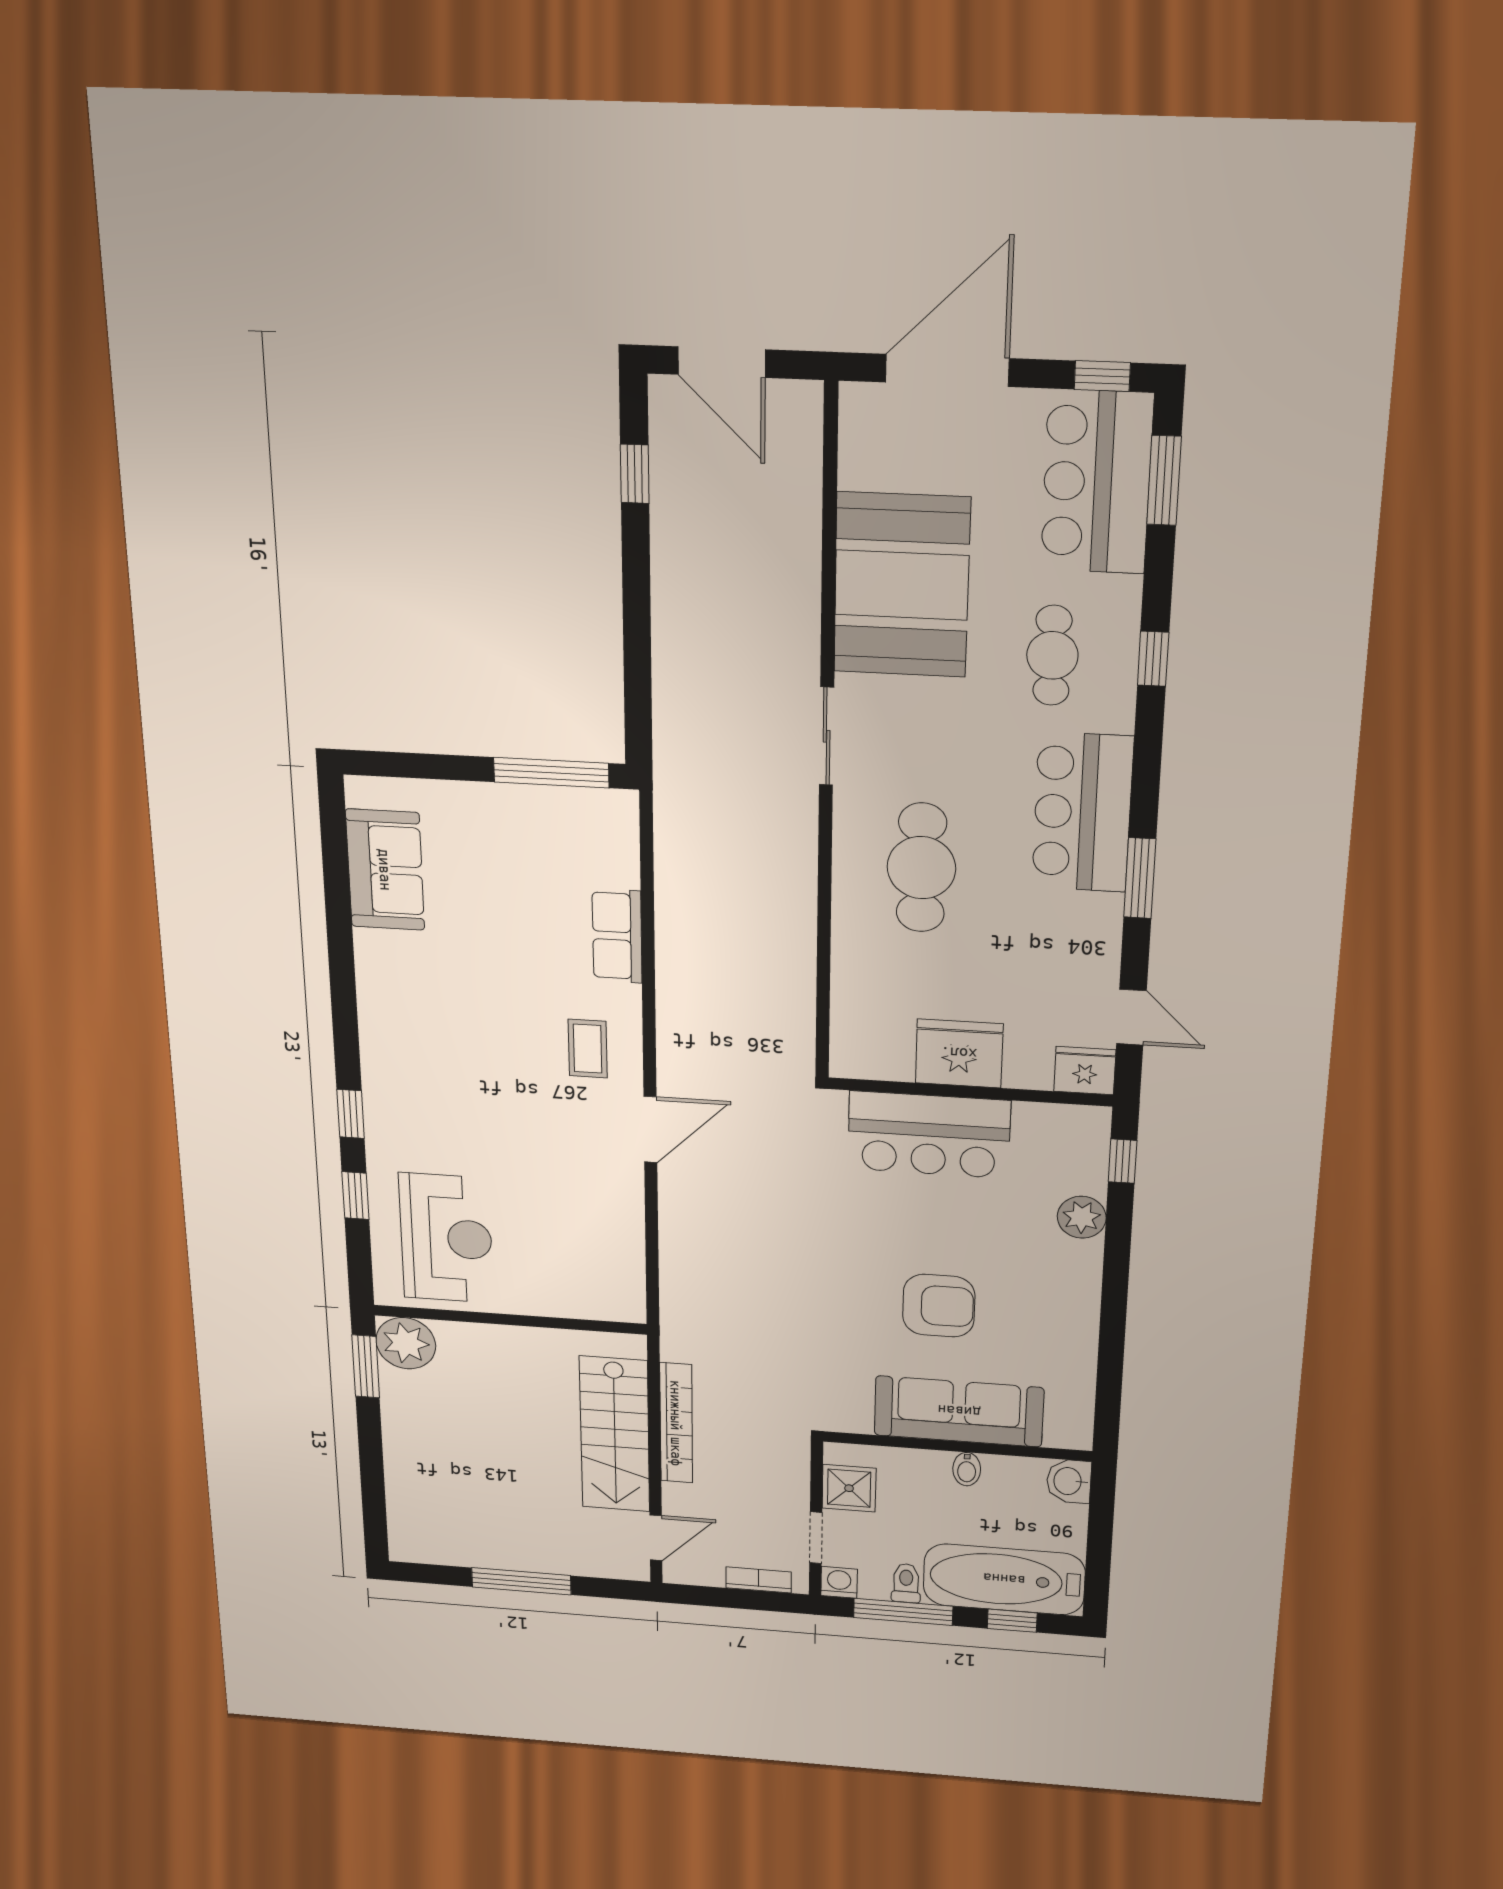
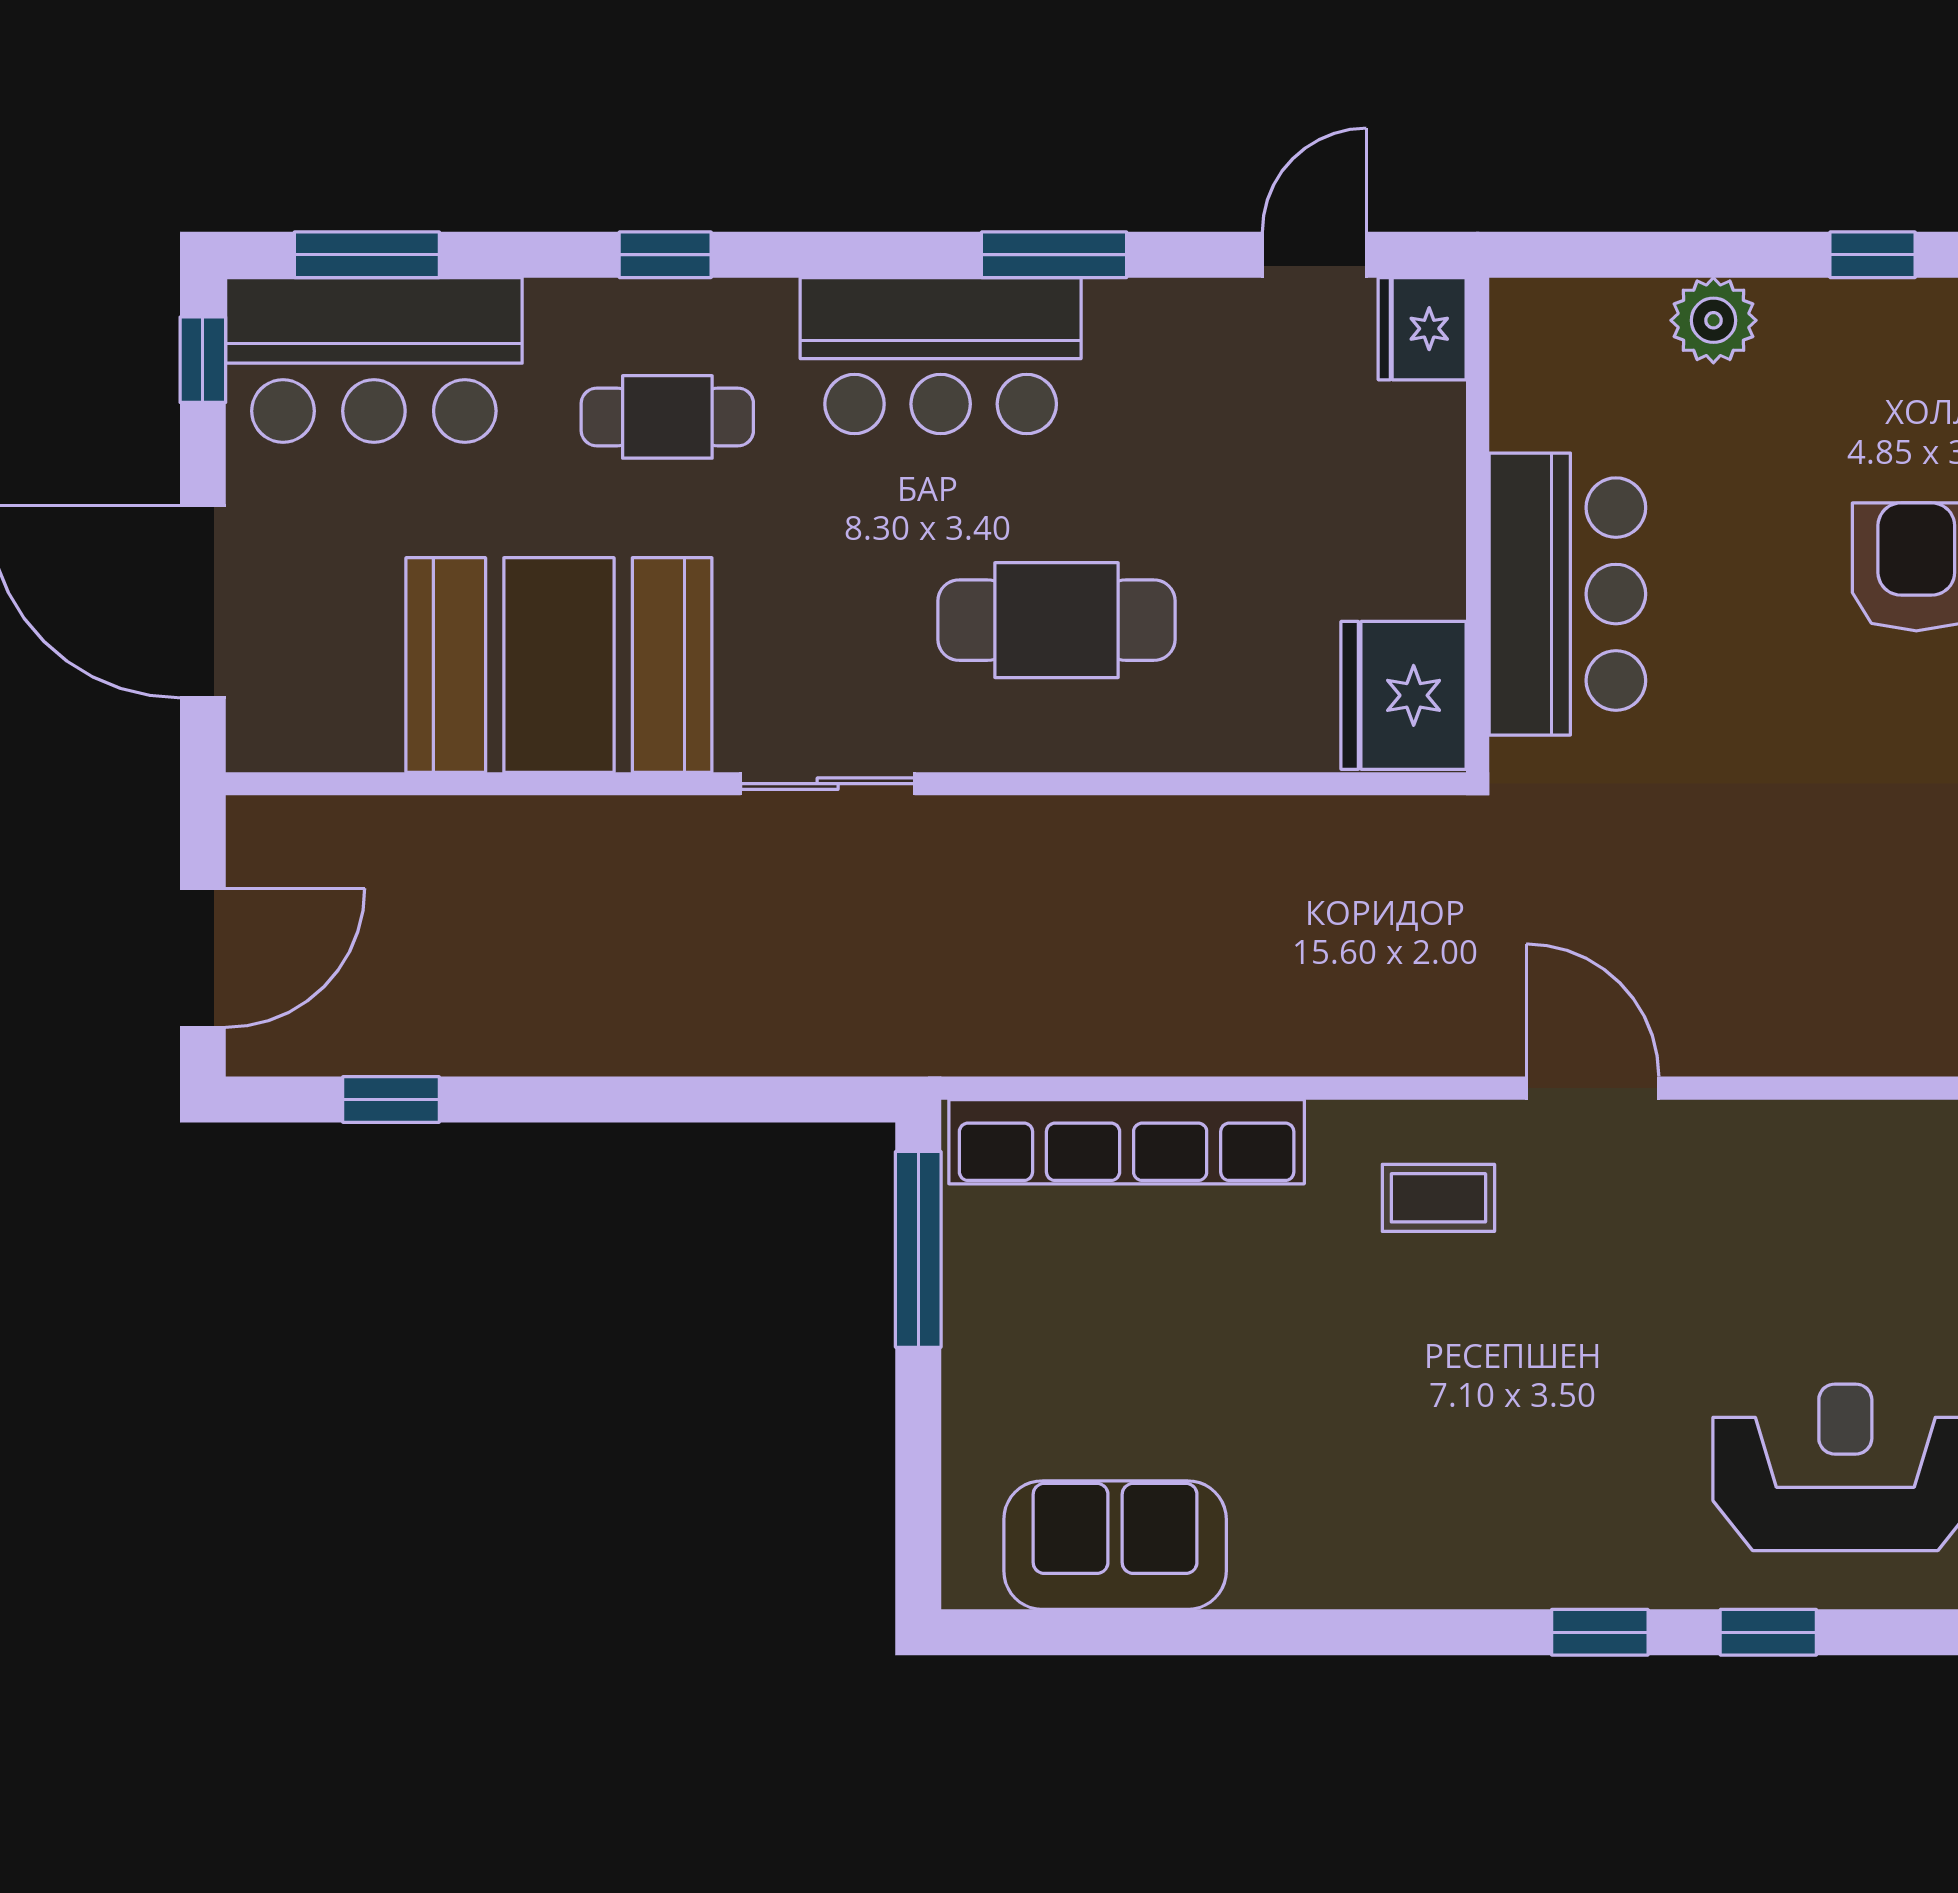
row of seats: (617, 936) -> (1127, 1142), width x2.02
fridge: (959, 1053) -> (1404, 695), moved
window: (1123, 1161) -> (1873, 255), moved

